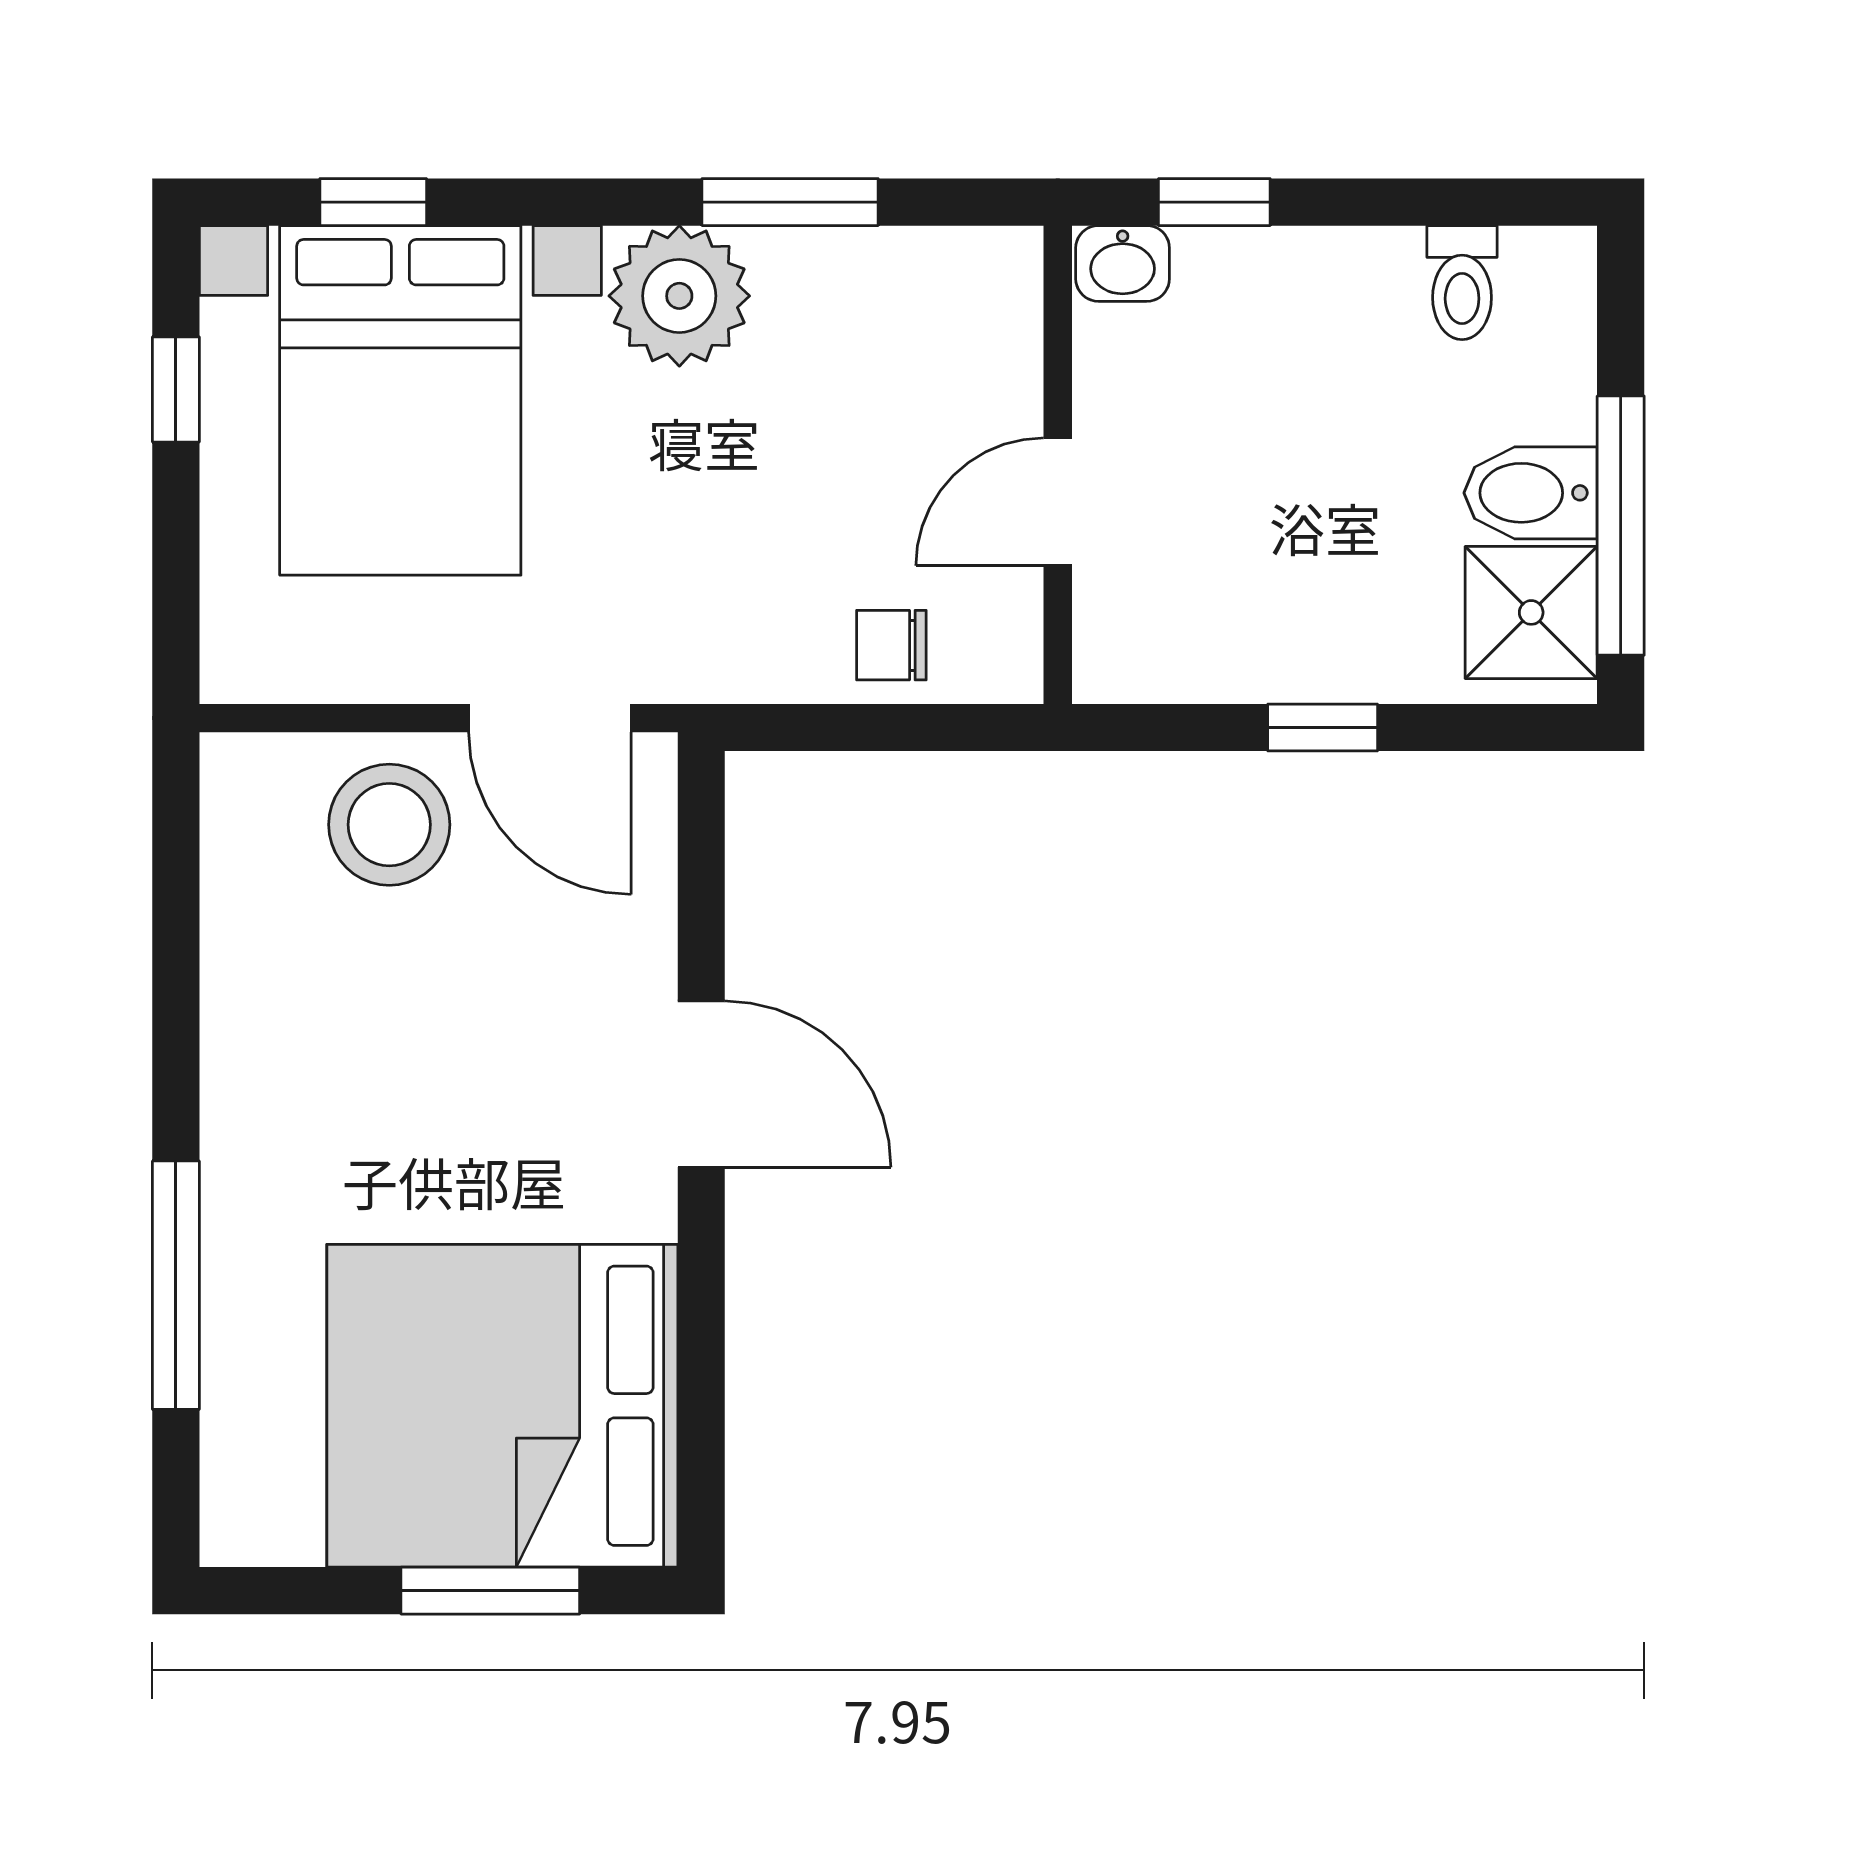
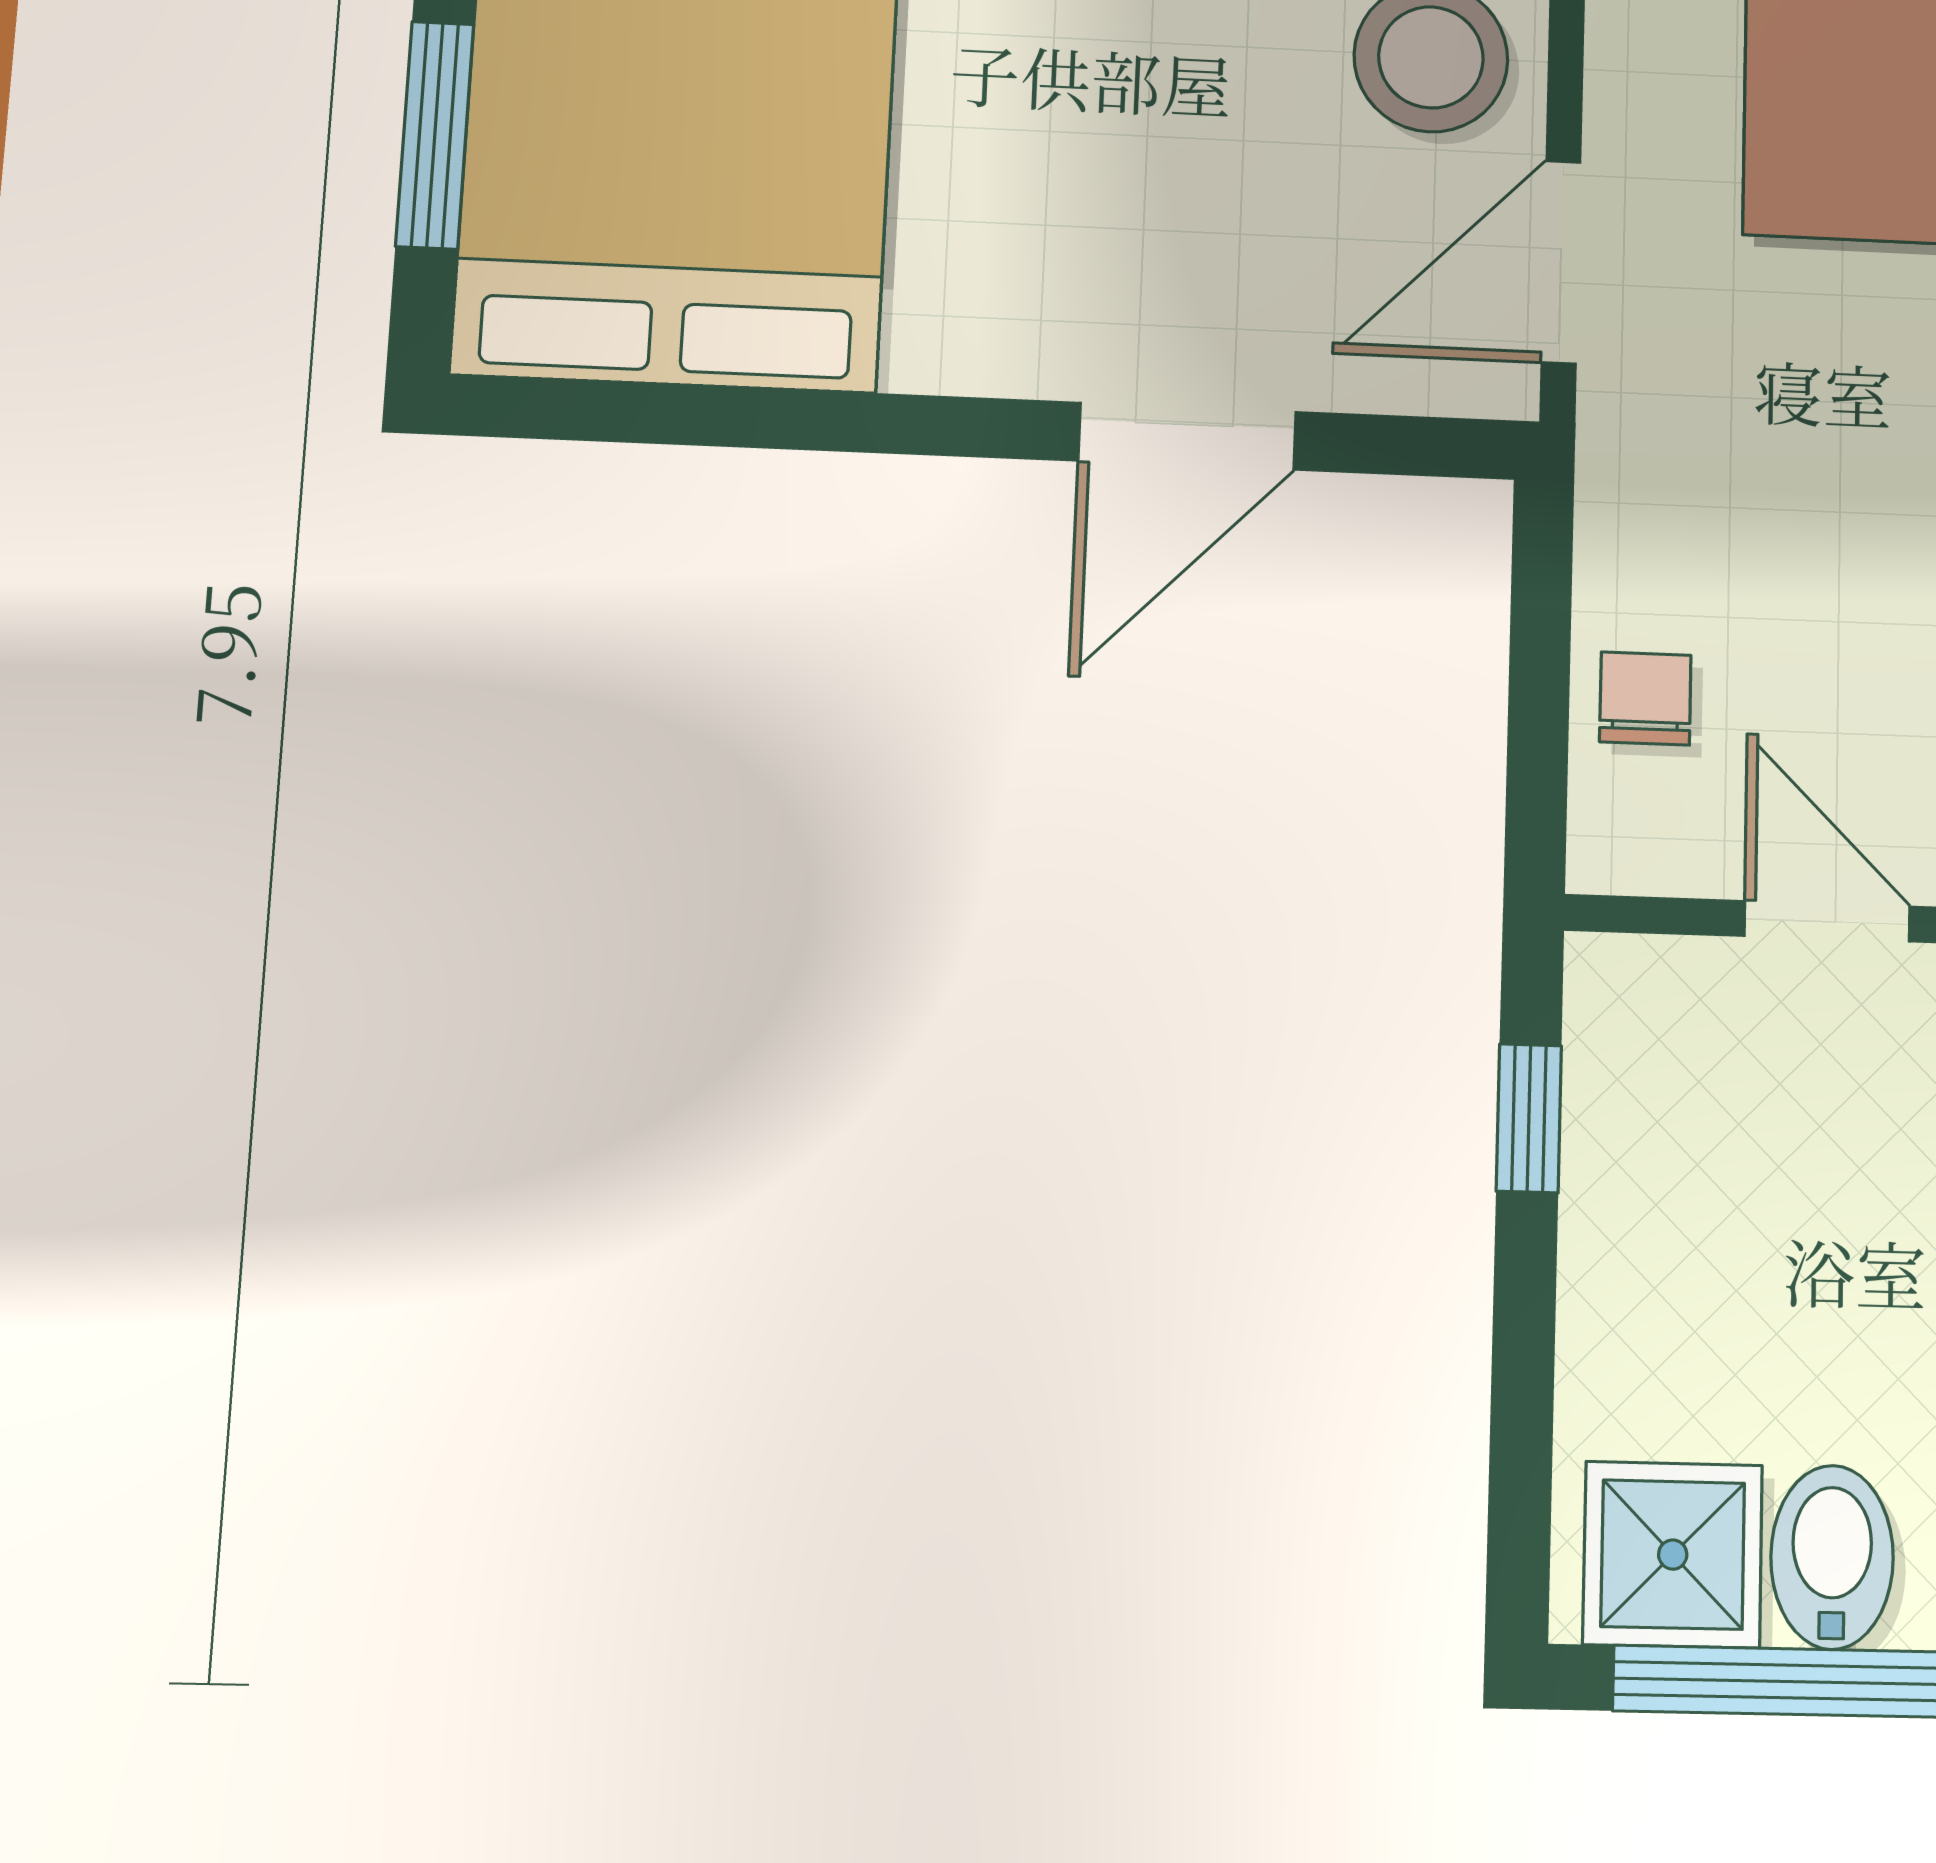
window: (1323, 727) -> (1529, 1118), moved
door: (701, 1084) -> (1187, 436), moved

